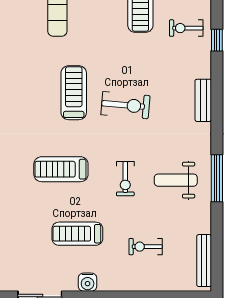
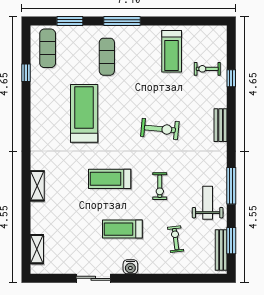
treadmill: (74, 93) -> (84, 113), moved, width x1.37, depth x1.38
weight bench: (176, 180) -> (208, 203), moved, turned 90
exercise bike: (146, 247) -> (176, 239), turned 83
window: (217, 249) -> (231, 241), added

